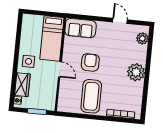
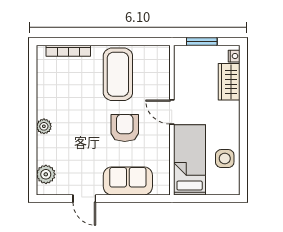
sofa: (81, 28) -> (128, 181), moved
side table: (29, 61) -> (225, 159), moved
armchair: (90, 62) -> (125, 128), turned 180
plant: (136, 72) -> (44, 126), width x0.53, depth x0.53

